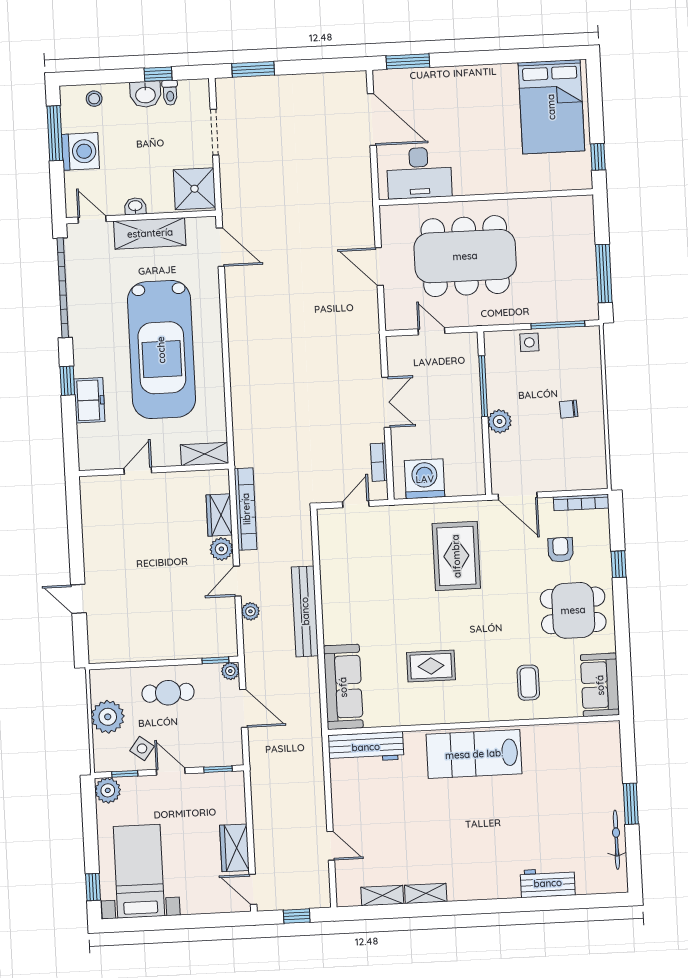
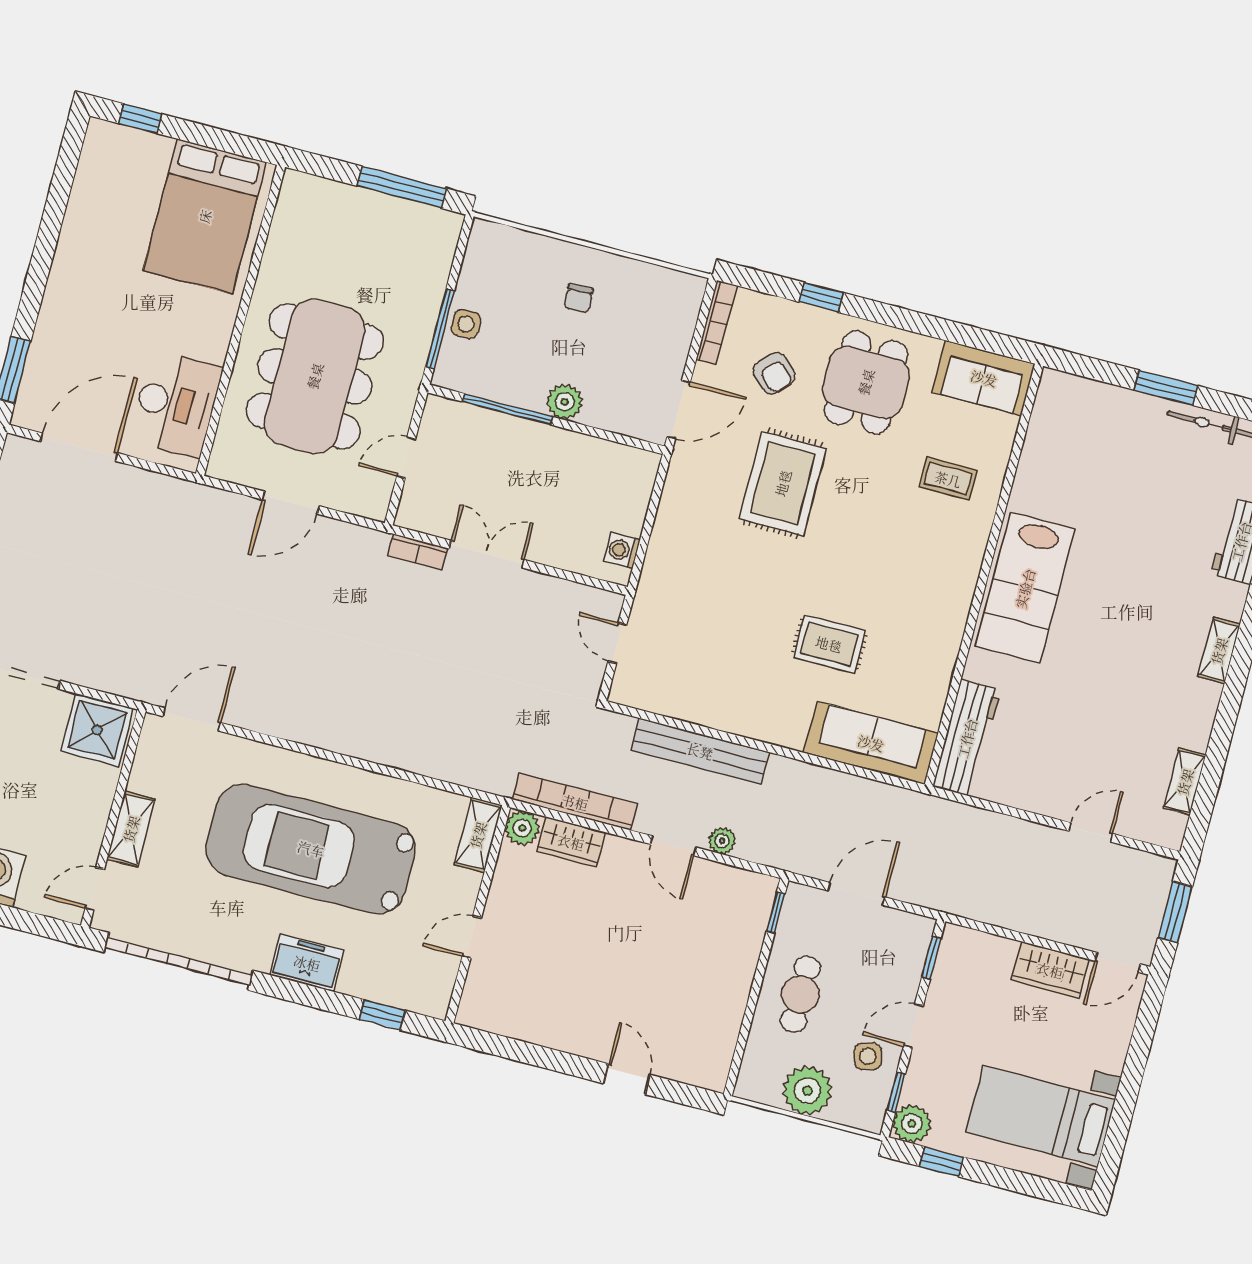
bed: (551, 107) -> (205, 216), moved, turned 90
window: (598, 157) -> (140, 119), moved
washbasin: (135, 206) -> (95, 822), removed
shelving: (150, 233) -> (131, 829), width x0.67, depth x0.75
window: (558, 325) -> (440, 329), moved
car: (161, 350) -> (311, 849), turned 180
window: (67, 381) -> (382, 1015), moved
freezer: (89, 400) -> (307, 963), moved
bookcase: (379, 462) -> (418, 552), moved
door: (138, 471) -> (472, 937), hinge flipped
washing machine: (425, 479) -> (622, 550), width x0.53, depth x0.53
plant: (221, 549) -> (522, 828), moved
armchair: (561, 550) -> (774, 373), turned -137
rug: (456, 556) -> (783, 483), moved, turned 90
door: (78, 599) -> (627, 1079), swing flipped
bench: (305, 611) -> (700, 751), moved
rug: (431, 666) -> (829, 644), moved, turned 90
plant: (230, 671) -> (798, 896), removed
side table: (142, 748) -> (868, 1056), turned 38
window: (93, 887) -> (941, 1162), moved
shelving: (426, 893) -> (1219, 651), moved
window: (297, 916) -> (1175, 912), width x1.50

